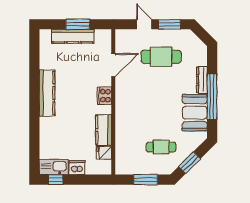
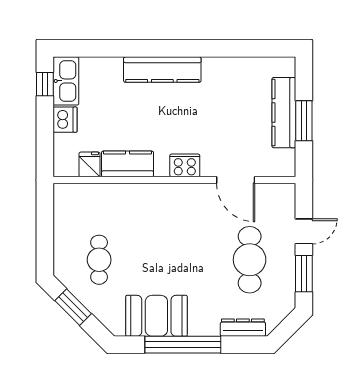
dresser: (202, 80) -> (243, 328), moved
kitchen counter: (47, 93) -> (162, 70), moved
window: (146, 180) -> (45, 234), removed

